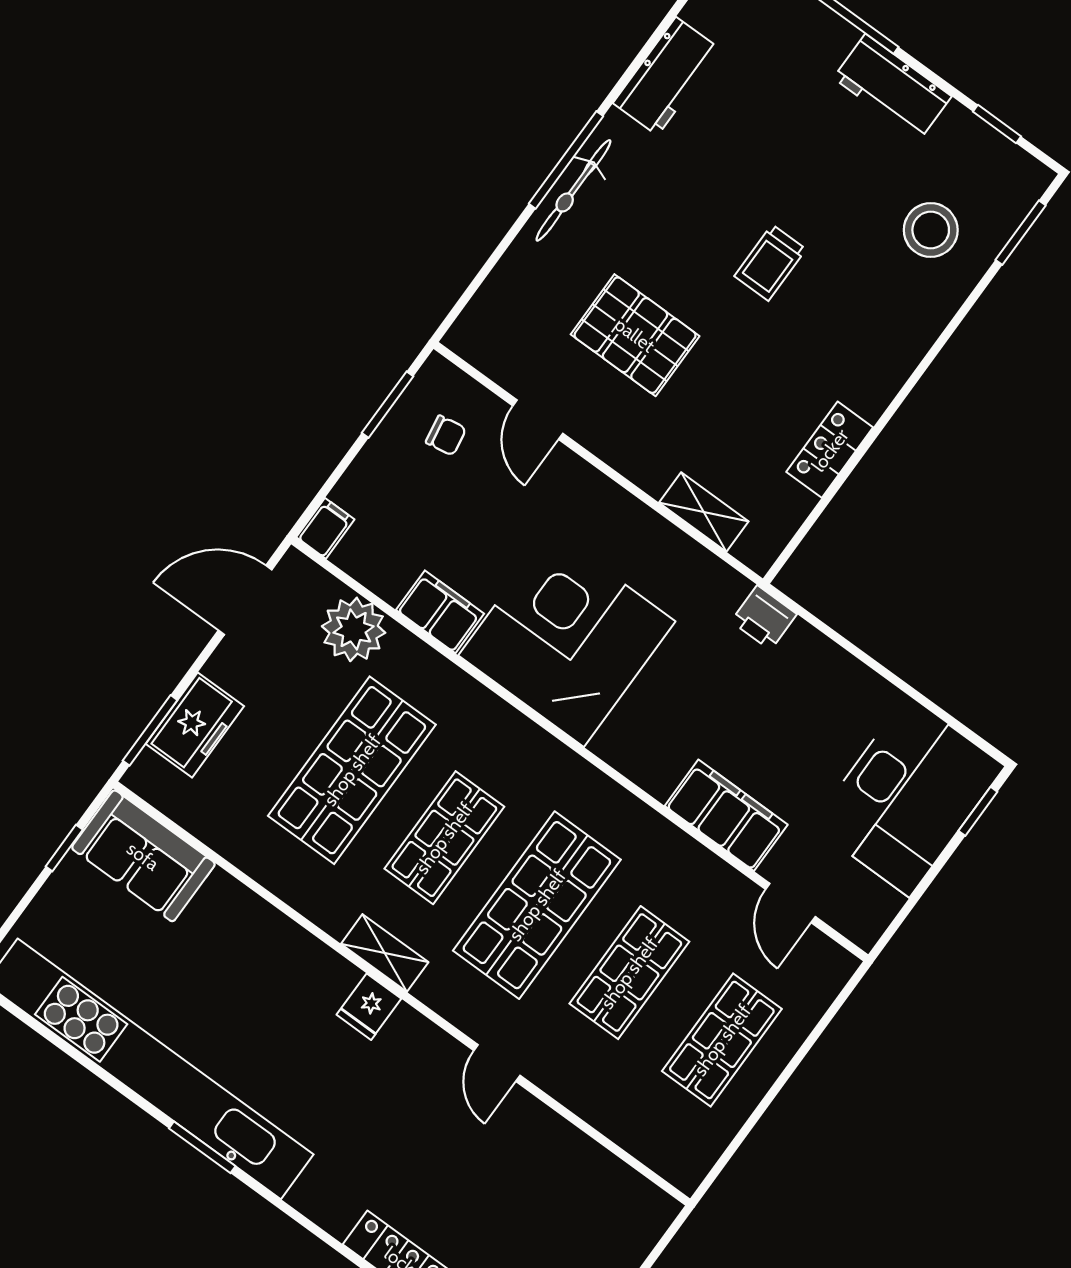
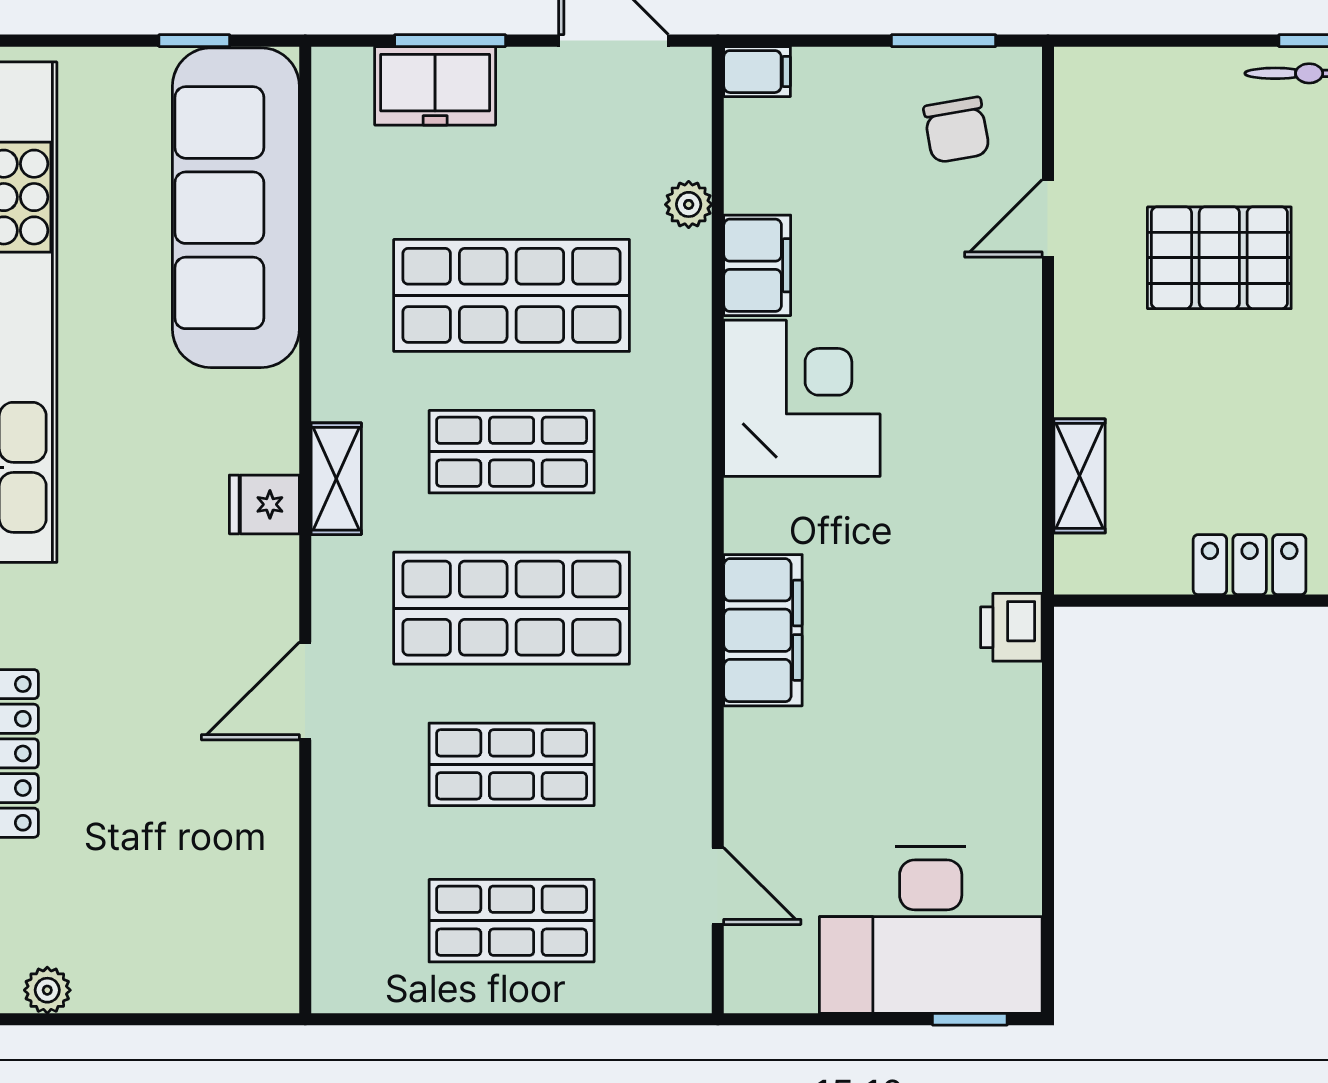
pallet: (635, 335) -> (1219, 258), turned 90
chair: (446, 435) -> (957, 130), width x1.37, depth x1.37
plant: (354, 629) -> (689, 204), width x0.53, depth x0.53
corner desk: (567, 638) -> (802, 398), width x0.74, depth x0.74
window: (150, 730) -> (450, 41), moved
filing cabinet: (726, 815) -> (763, 630), moved
sofa: (143, 856) -> (236, 208), width x1.85, depth x1.27
door: (790, 903) -> (718, 886), swing flipped
door: (497, 1063) -> (305, 691), width x1.38

